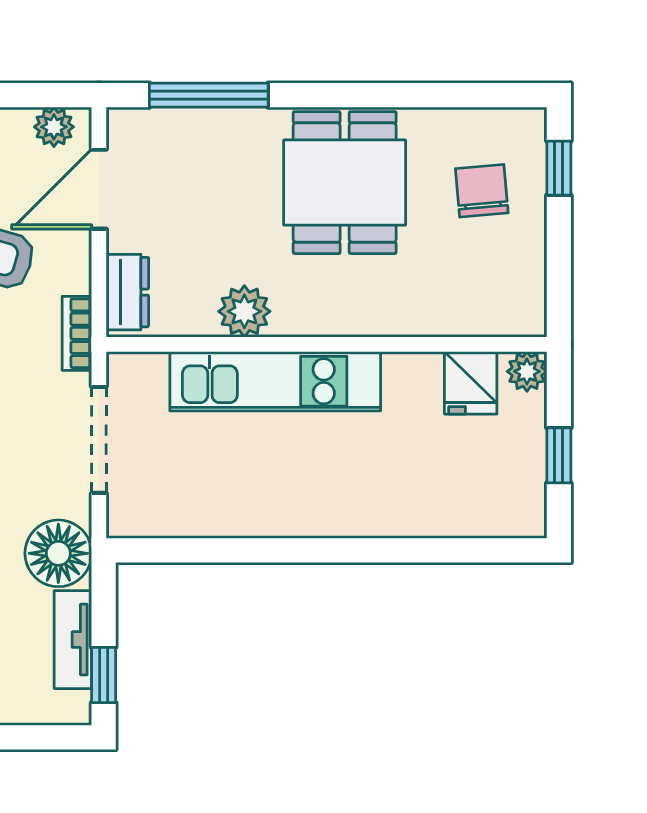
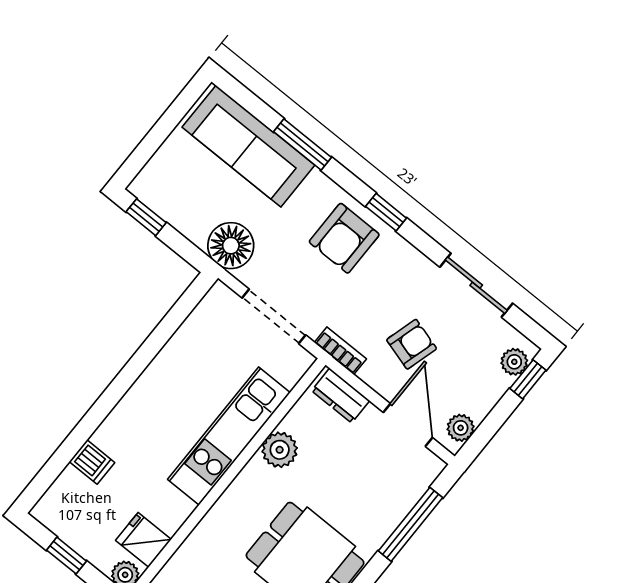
dishwasher: (430, 512) -> (92, 462), added
tv unit: (73, 640) -> (178, 216), removed

